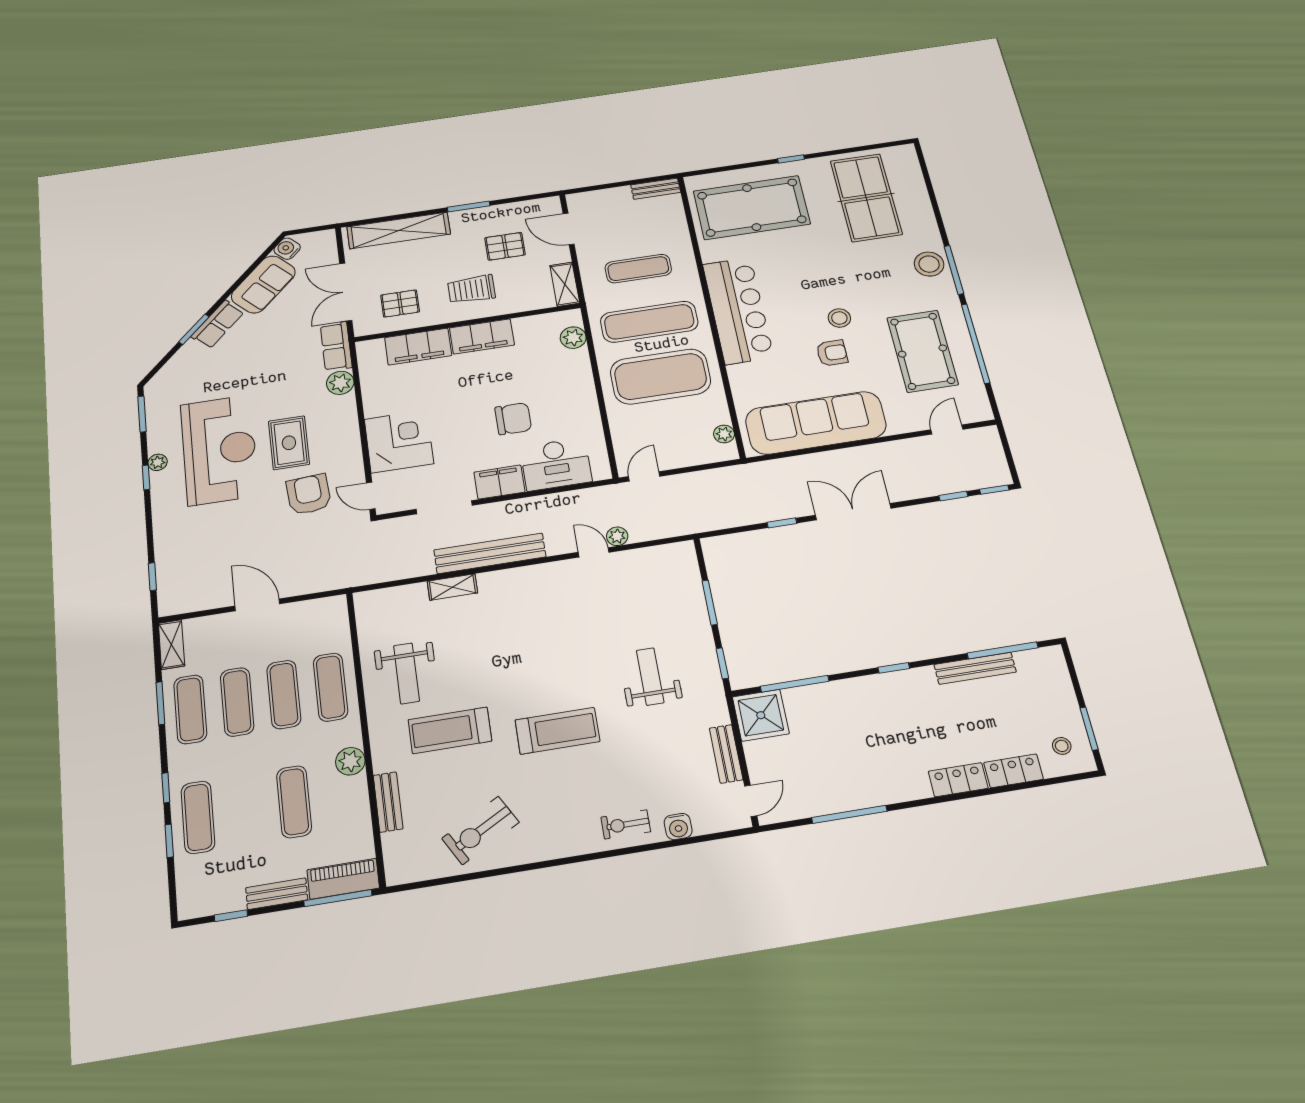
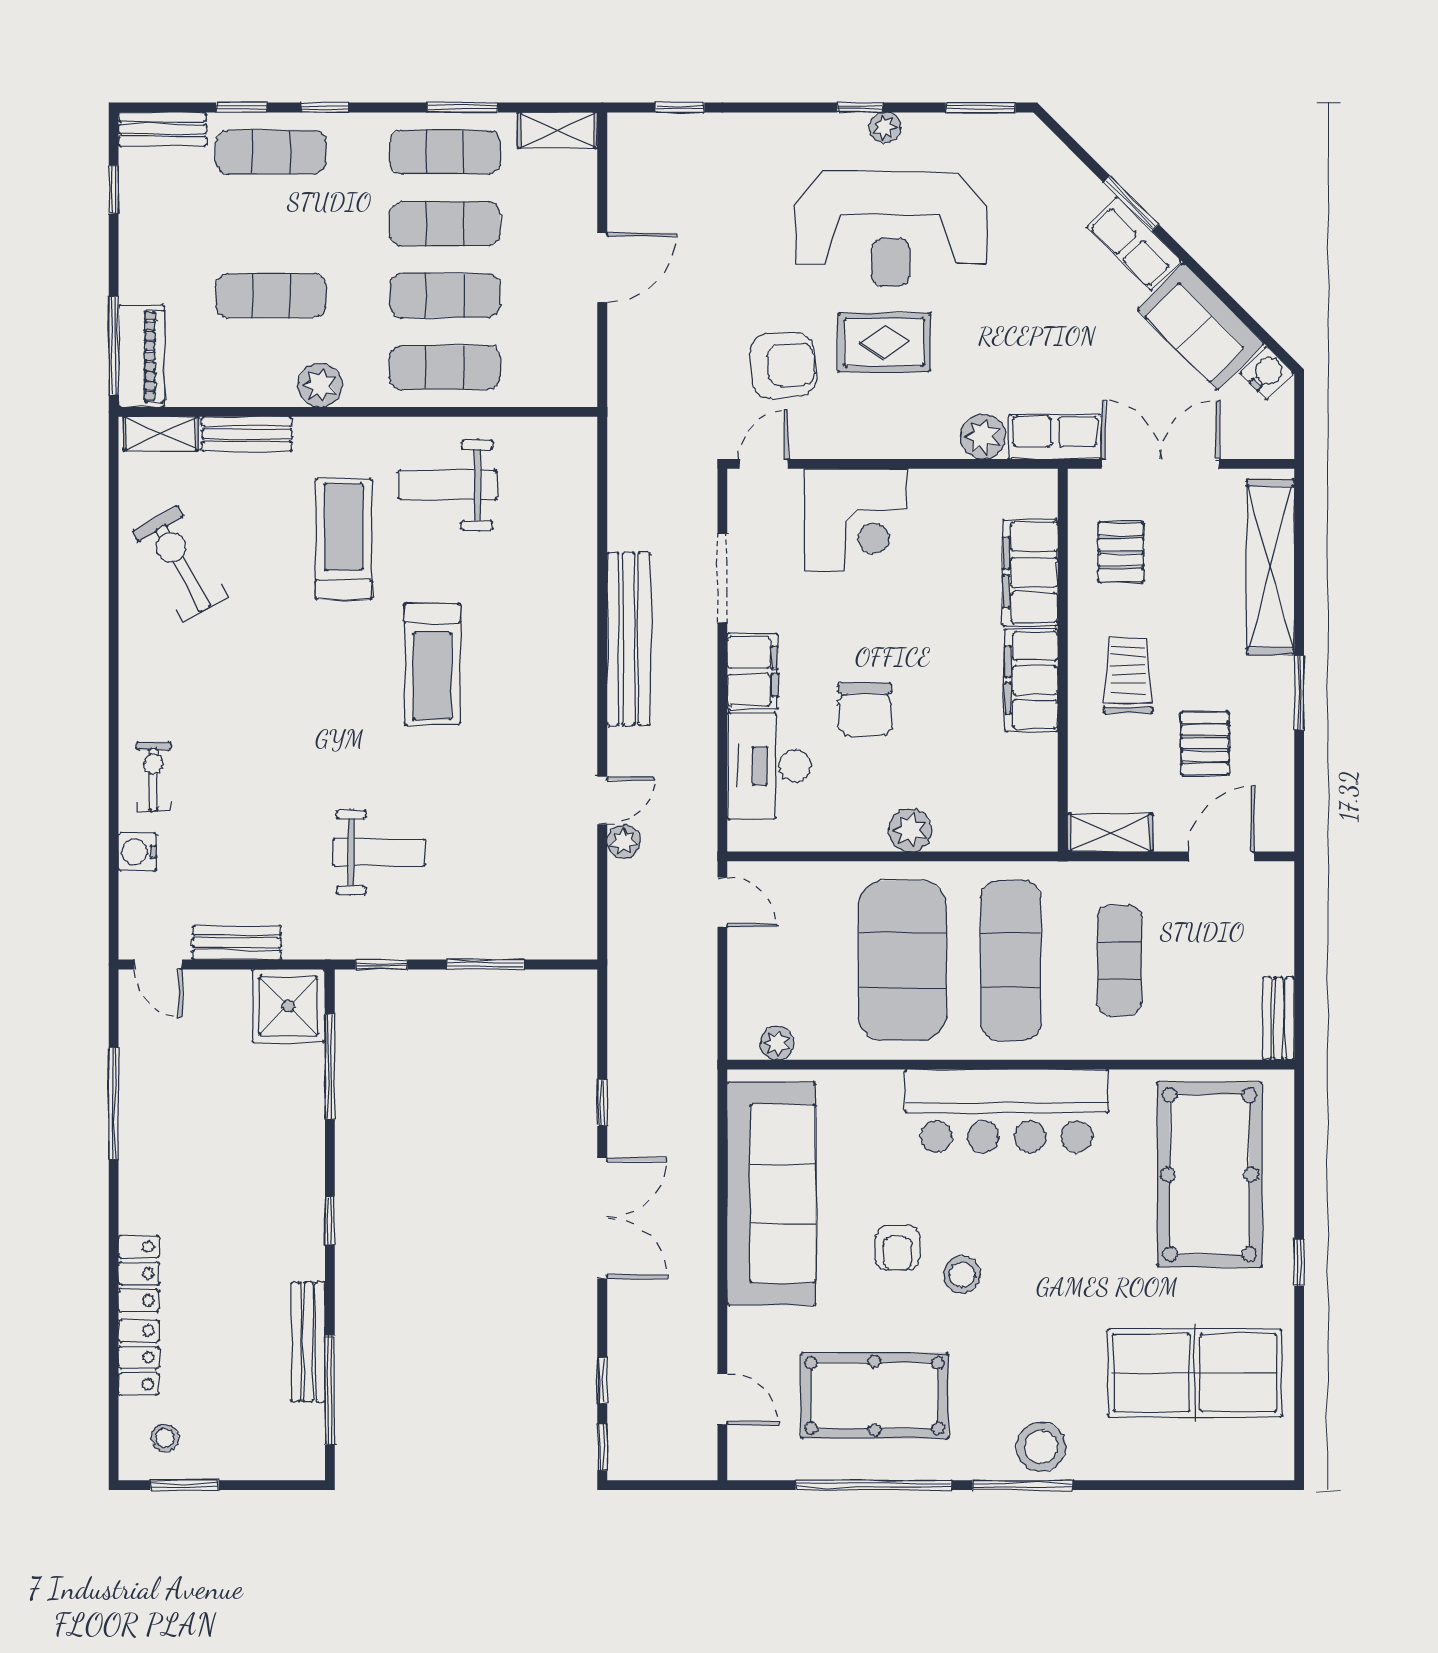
plant: (573, 338) -> (910, 830), moved
shelving: (452, 587) -> (161, 434), moved, turned 90
treadmill: (557, 731) -> (432, 664), moved
bench: (277, 894) -> (162, 129), moved, turned 90

